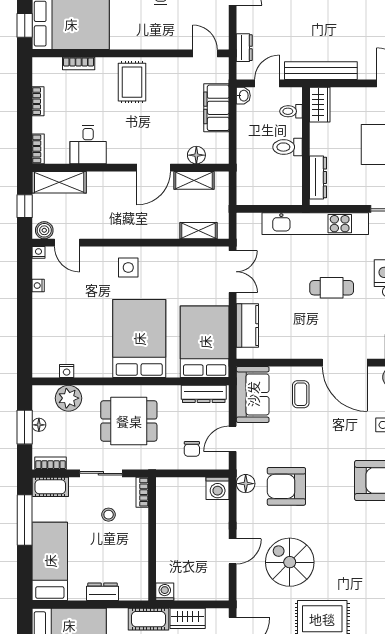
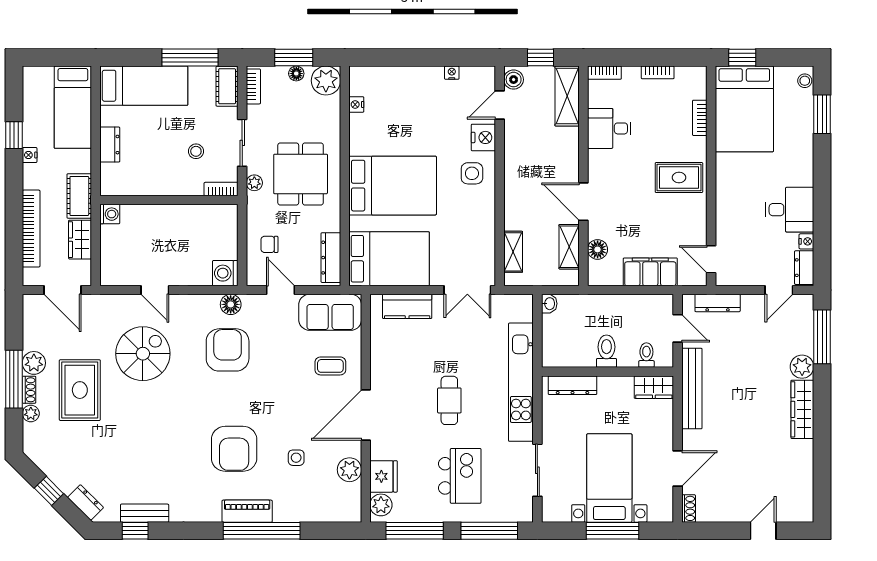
dresser: (244, 48) -> (718, 303), width x1.44
door: (205, 53) -> (711, 259), swing flipped
washbasin: (243, 96) -> (549, 304), moved, turned -90
nightstand: (38, 252) -> (483, 137), moved, width x1.89, depth x1.79
plant: (68, 398) -> (326, 81), moved
plant: (137, 462) -> (254, 183), added

